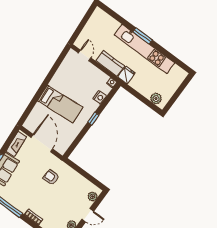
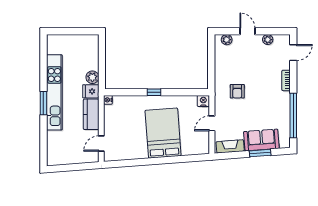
nightstand: (100, 97) -> (203, 101), moved
plant: (156, 98) -> (92, 77), moved
bed: (60, 104) -> (163, 133), width x1.50
door: (42, 143) -> (212, 123), width x0.53

